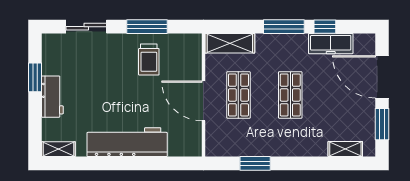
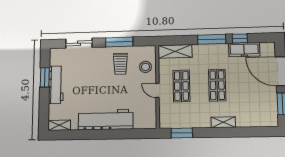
stool: (186, 65) -> (145, 67), added
workbench: (52, 97) -> (56, 85), width x1.38
door: (203, 101) -> (158, 90), width x0.53
shelving: (345, 149) -> (223, 122), moved
window: (255, 163) -> (182, 133), moved

